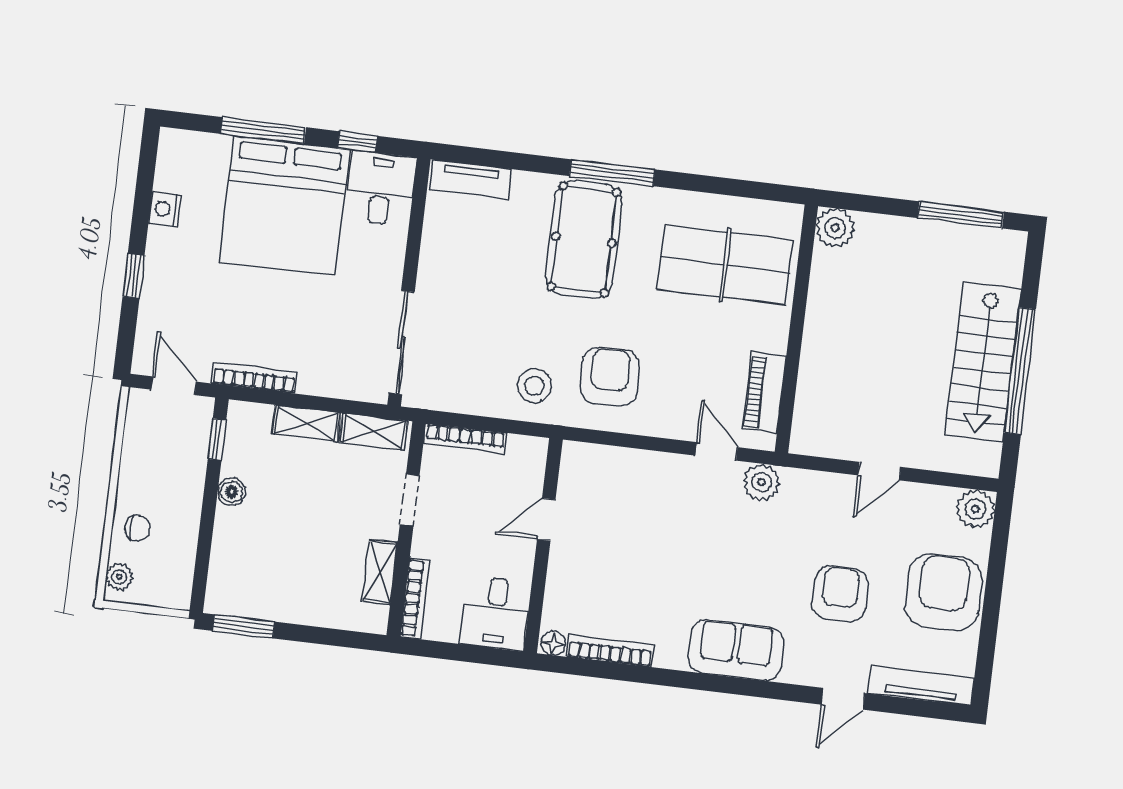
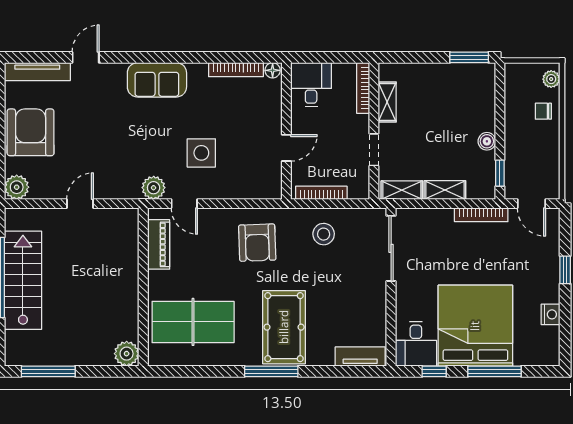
stool: (535, 386) -> (324, 234), moved
bookcase: (465, 438) -> (321, 193), moved
side table: (680, 528) -> (201, 153), added
armchair: (943, 592) -> (31, 132), turned 180
armchair: (840, 594) -> (96, 123), removed

